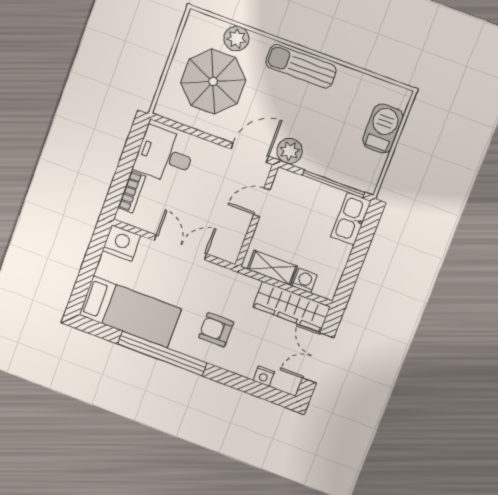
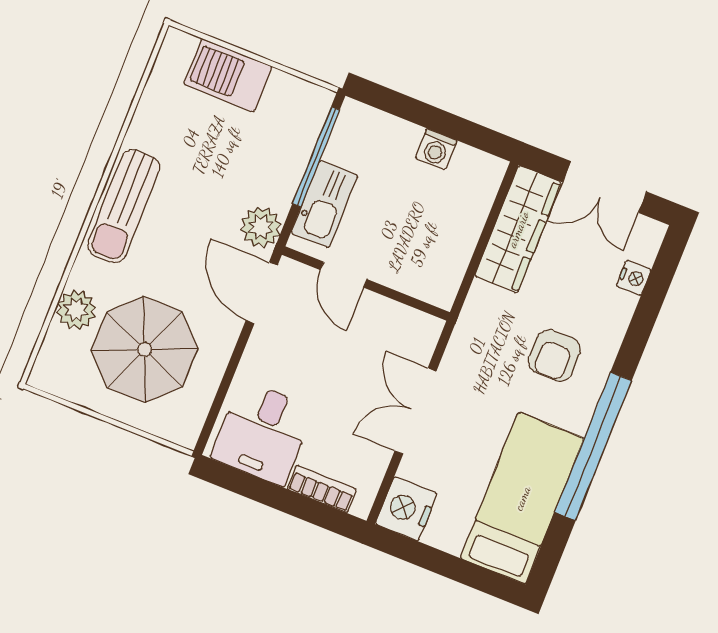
kitchen sink: (351, 219) -> (324, 204), moved, turned -90
shelving: (272, 268) -> (452, 260), removed
washing machine: (305, 281) -> (436, 149), moved, turned -90

